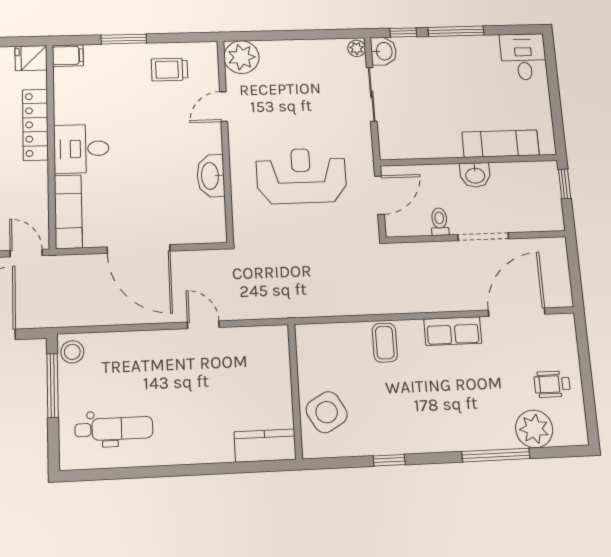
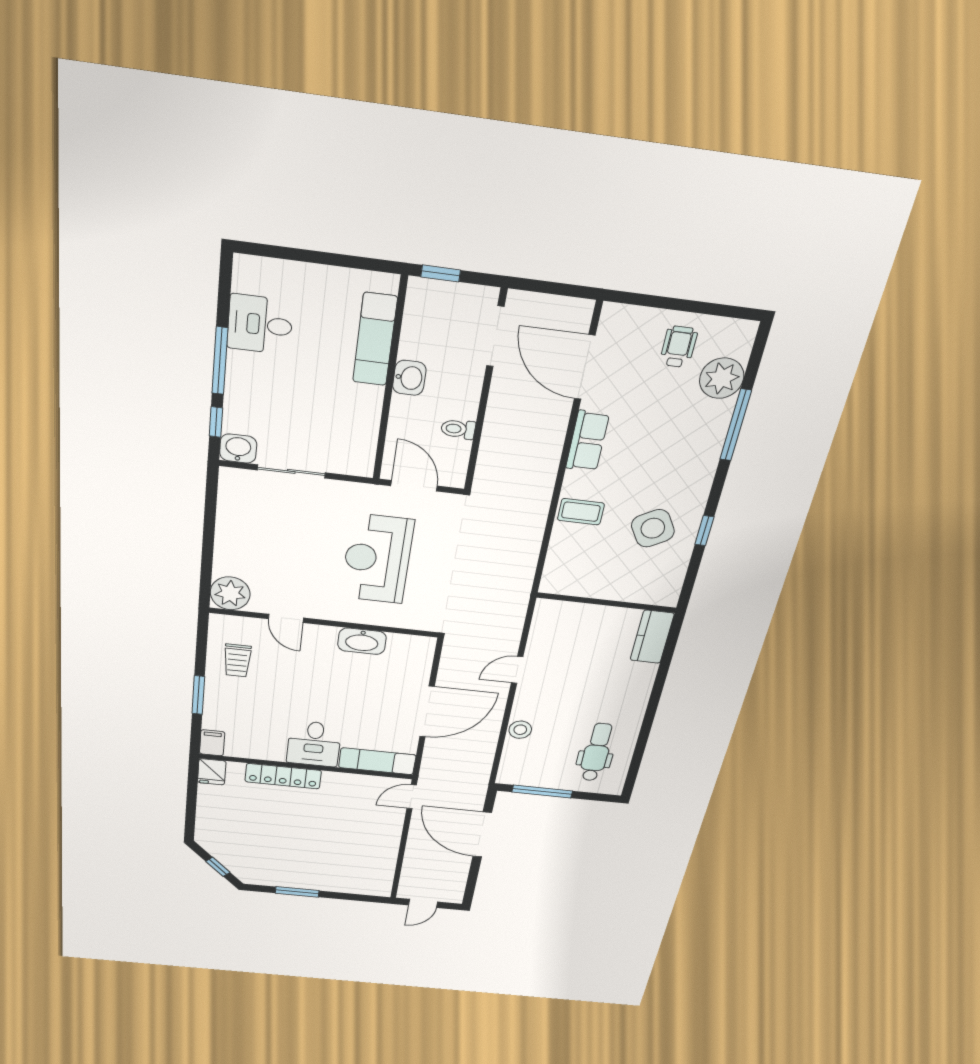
plant: (357, 48) -> (231, 477), removed
desk: (523, 57) -> (260, 324), moved
doorway: (483, 237) -> (495, 336), moved
stool: (72, 352) -> (520, 730), moved
wheelchair: (552, 384) -> (678, 347), turned 180
side table: (327, 412) -> (653, 528), moved

